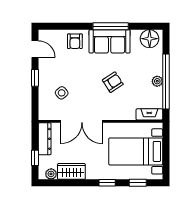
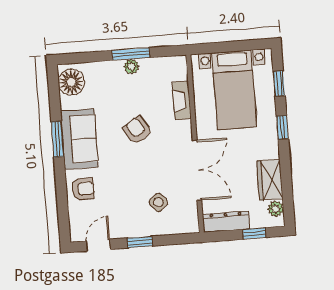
window: (111, 26) -> (58, 139), width x0.69
window: (166, 82) -> (131, 54), width x0.47
fireplace: (149, 114) -> (182, 100), moved

